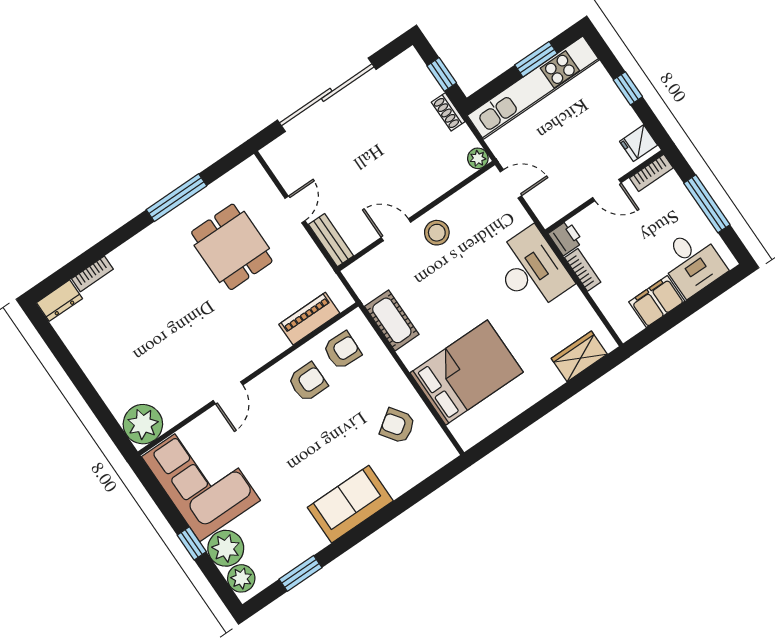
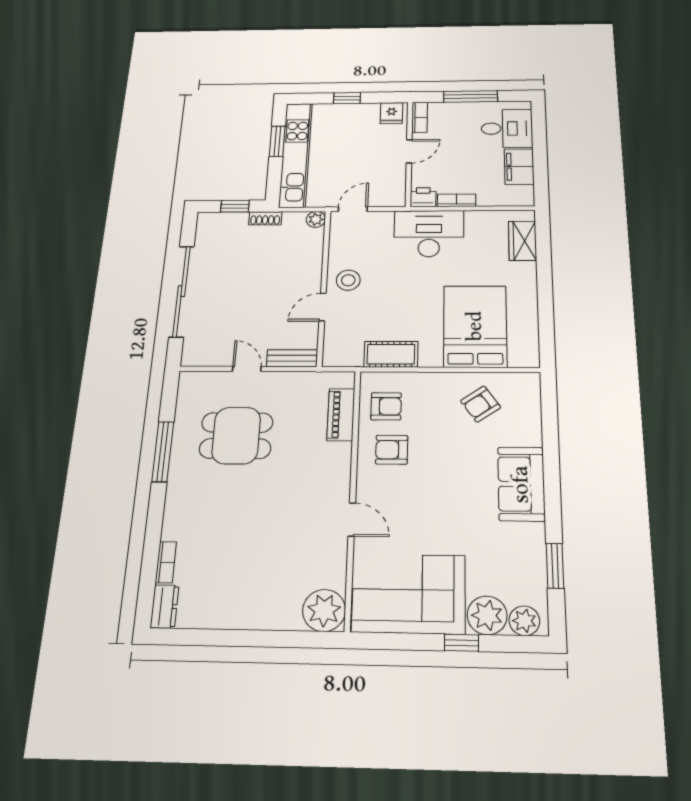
armchair: (342, 350) -> (386, 406), turned 88
armchair: (308, 382) -> (392, 450), turned -90

